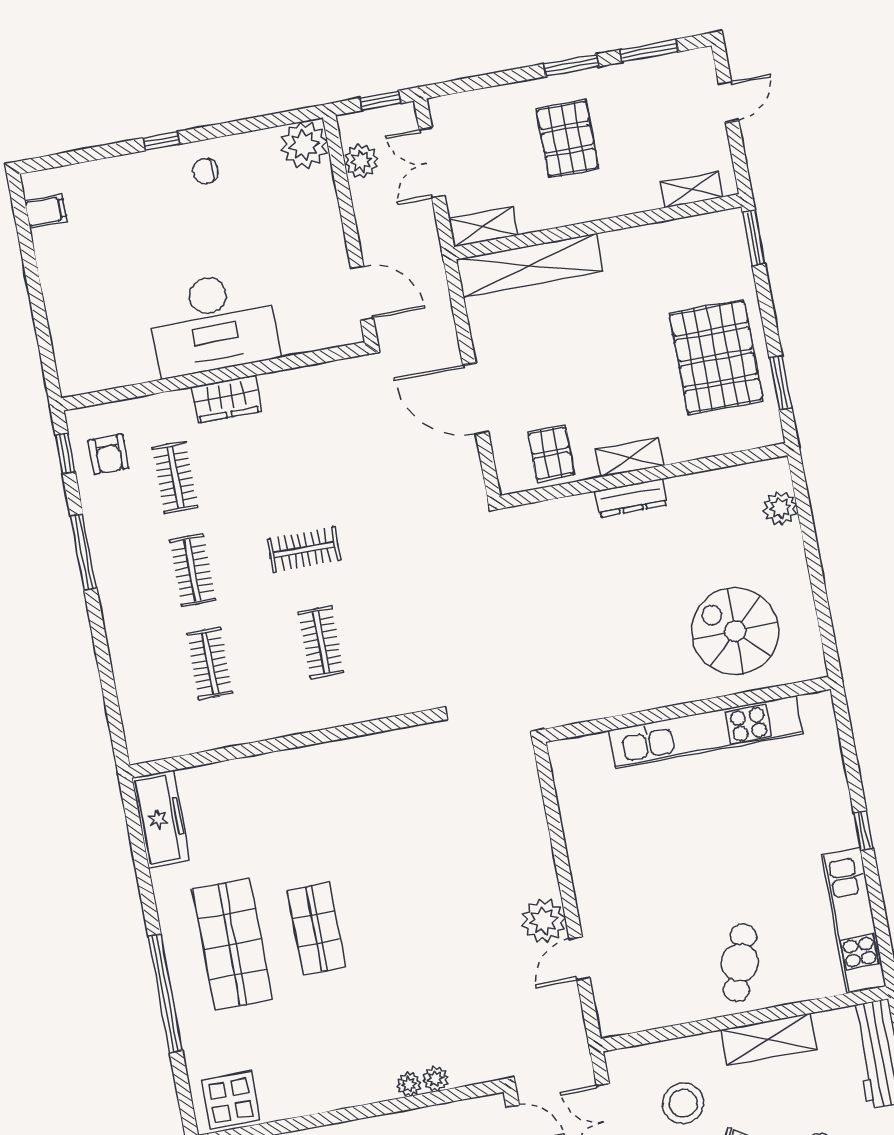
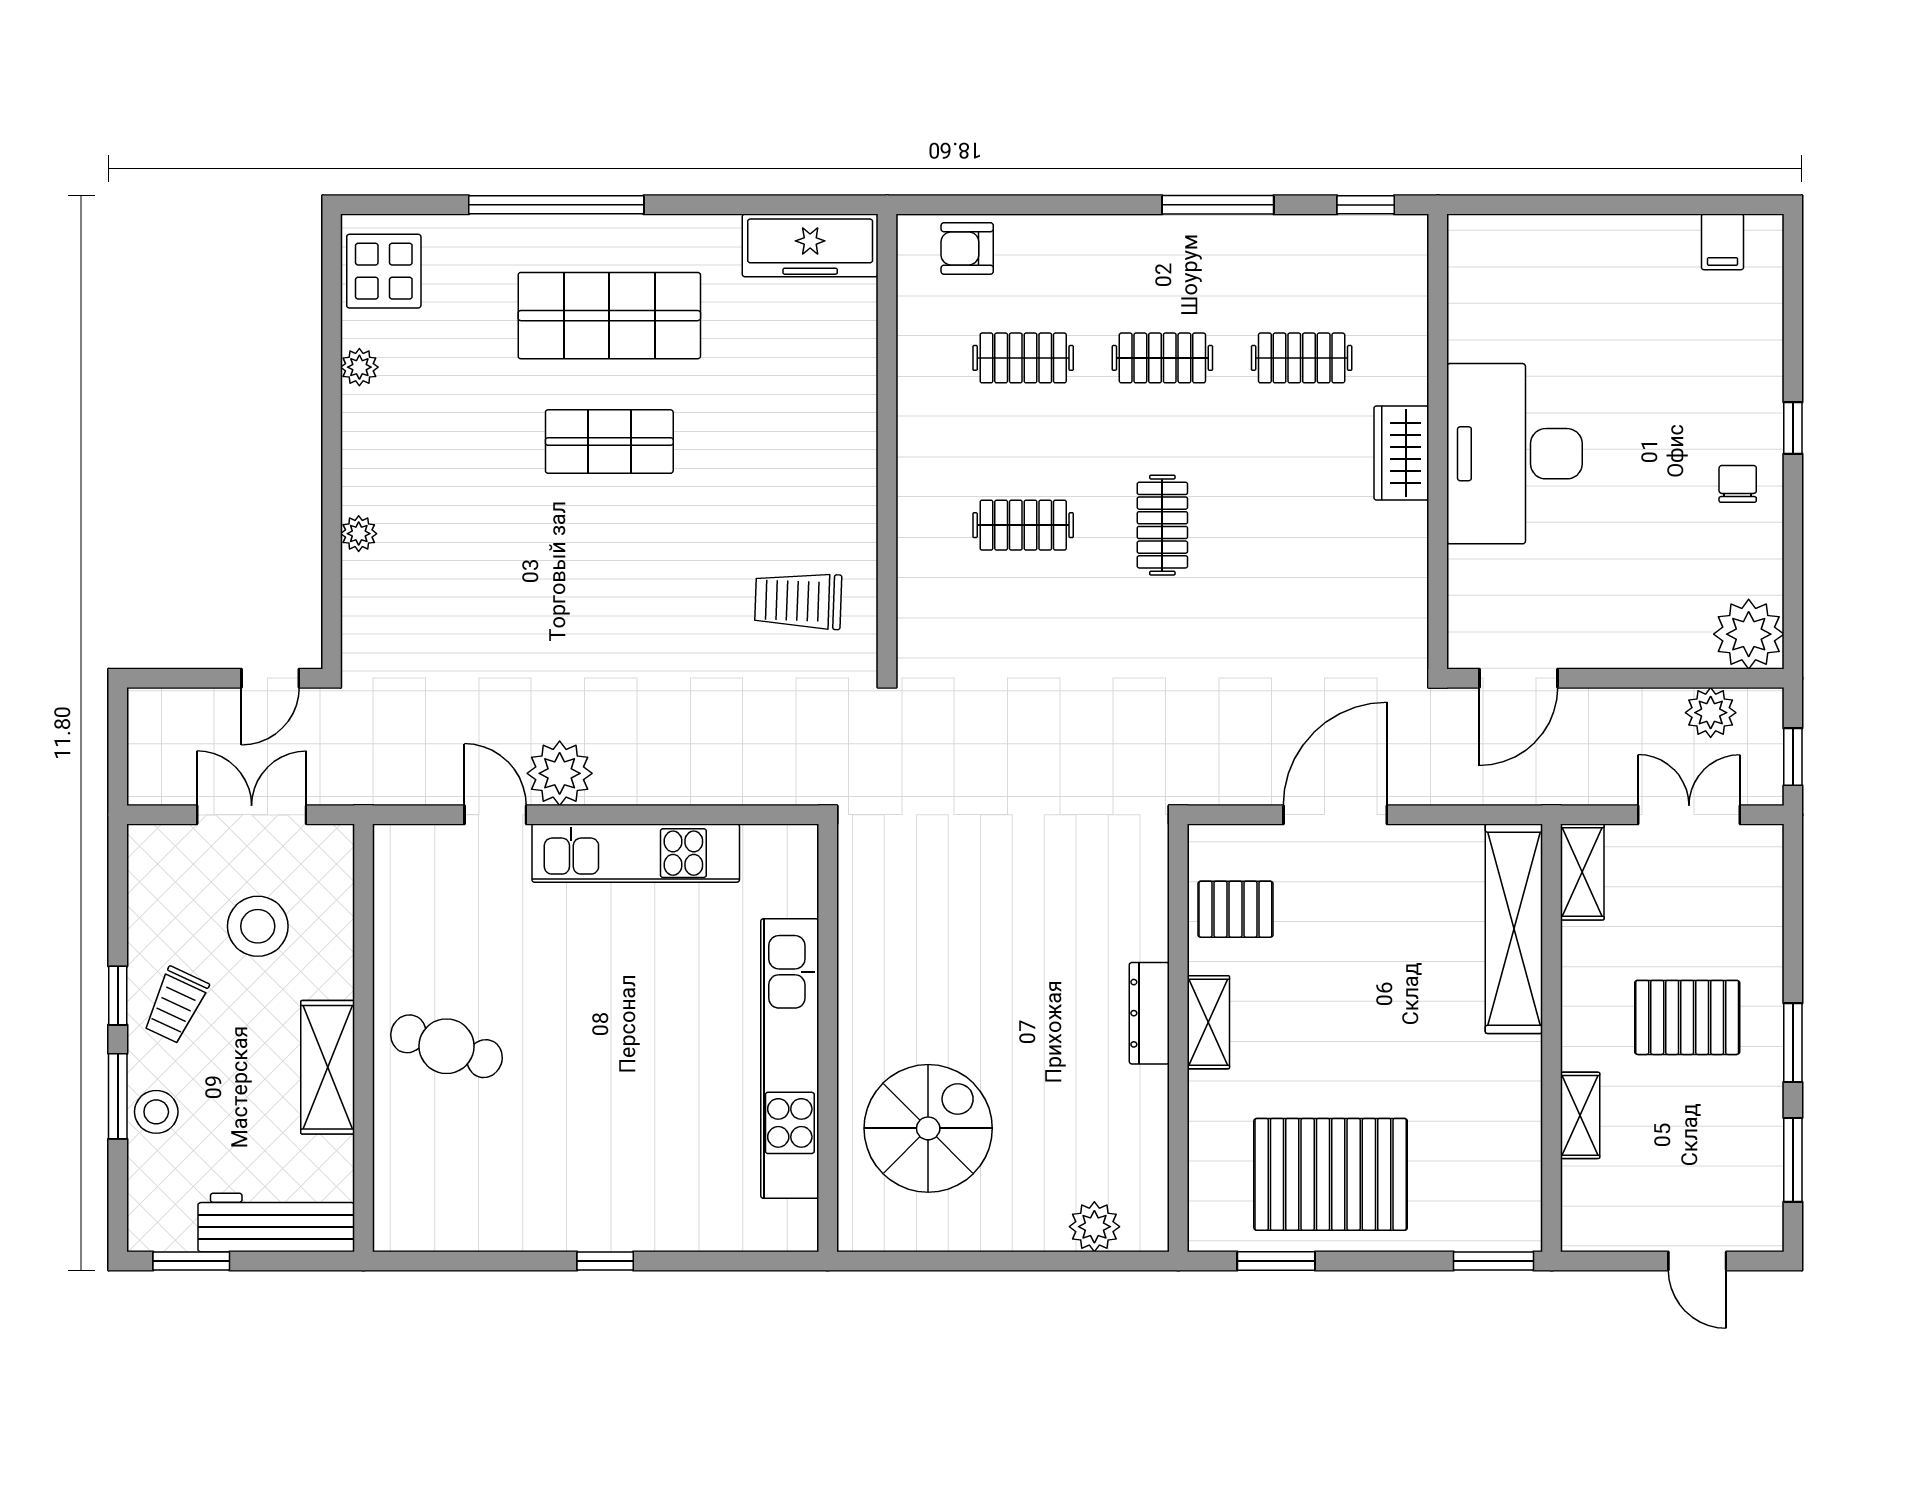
shelving: (692, 190) -> (1580, 1115), moved
armchair: (108, 454) -> (967, 248), moved
trolley: (399, 783) -> (798, 601), added
kitchen unit: (854, 920) -> (636, 853), moved, turned 180
plant: (436, 1079) -> (359, 367), moved

